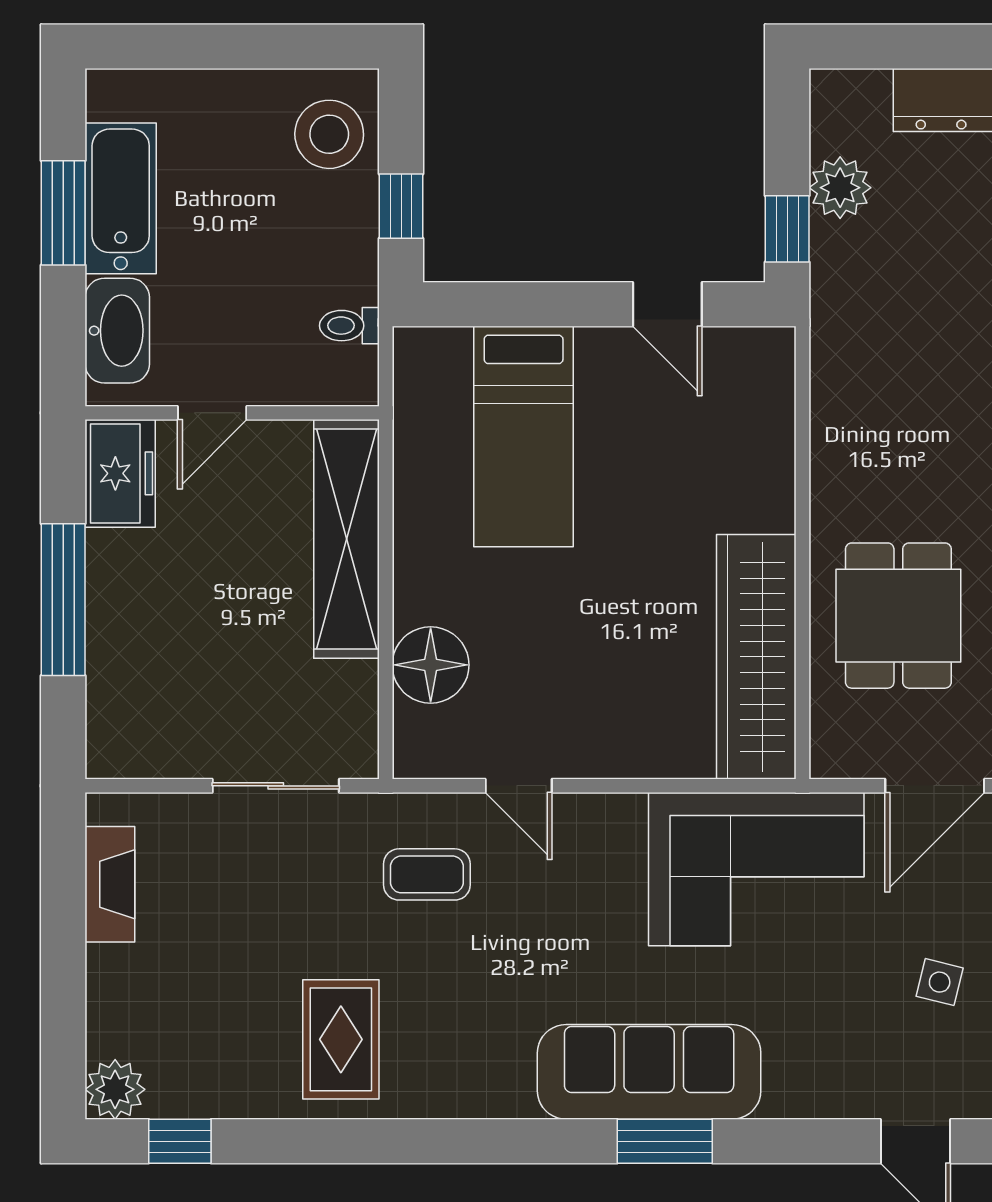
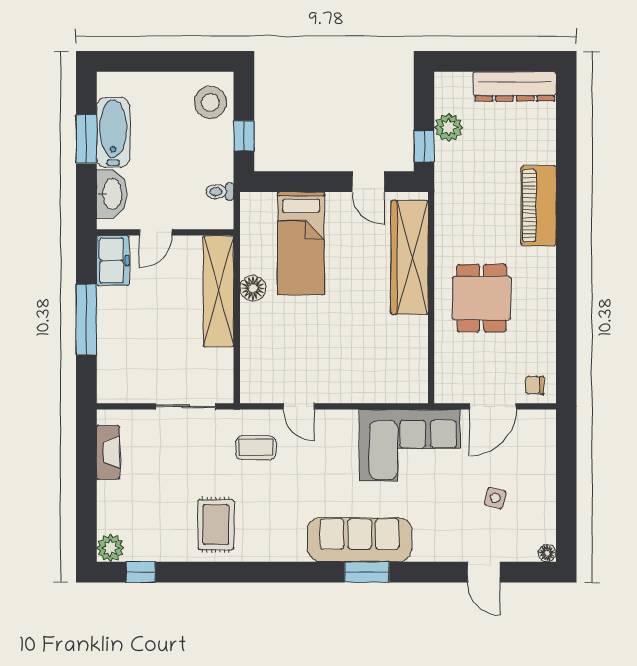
dining table: (898, 616) -> (482, 298), moved
wardrobe: (756, 657) -> (410, 257), moved
floor lamp: (431, 665) -> (253, 288), moved, width x0.73, depth x0.73

